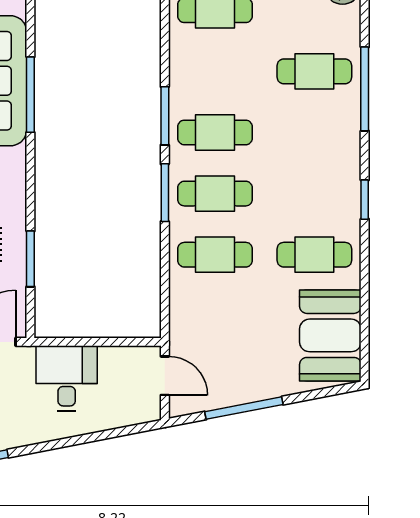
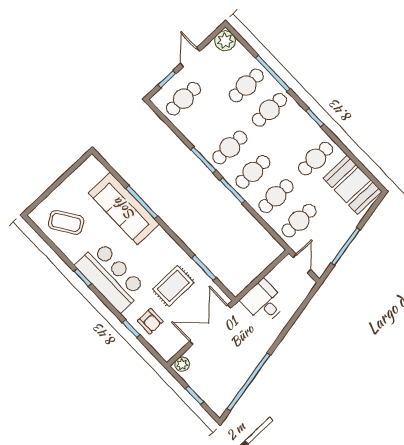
cafe table: (314, 132) -> (269, 110), added
cafe table: (215, 316) -> (299, 221), added
door: (165, 376) -> (302, 264), hinge flipped

